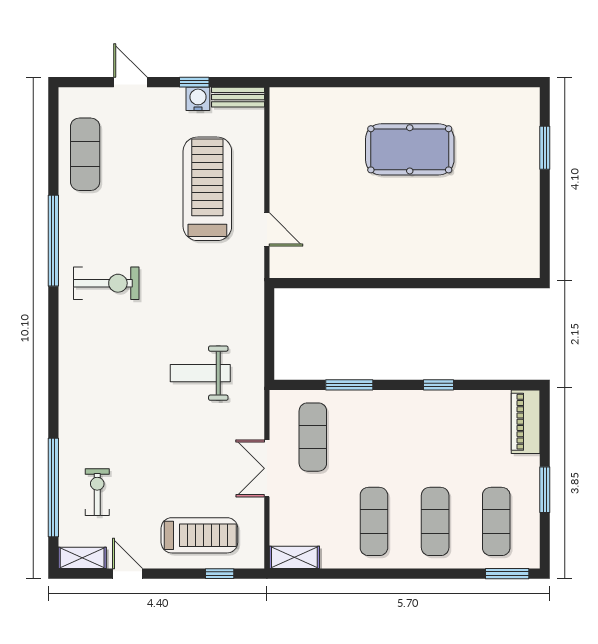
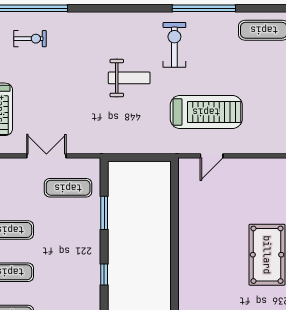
treadmill: (207, 189) -> (206, 112), moved
exercise bike: (106, 283) -> (174, 45), turned 180
weight bench: (200, 373) -> (129, 78), moved, turned 90

